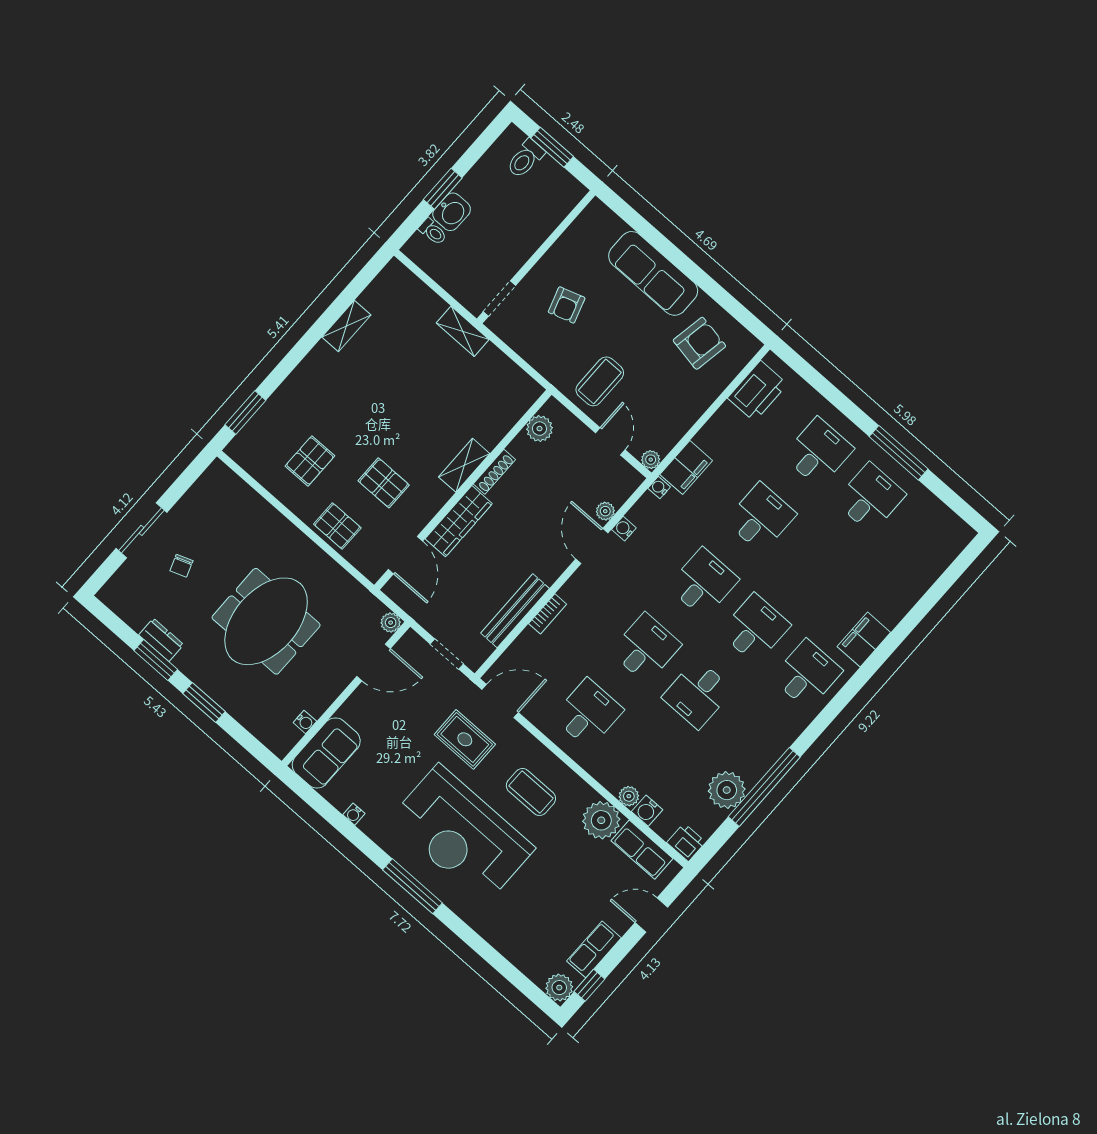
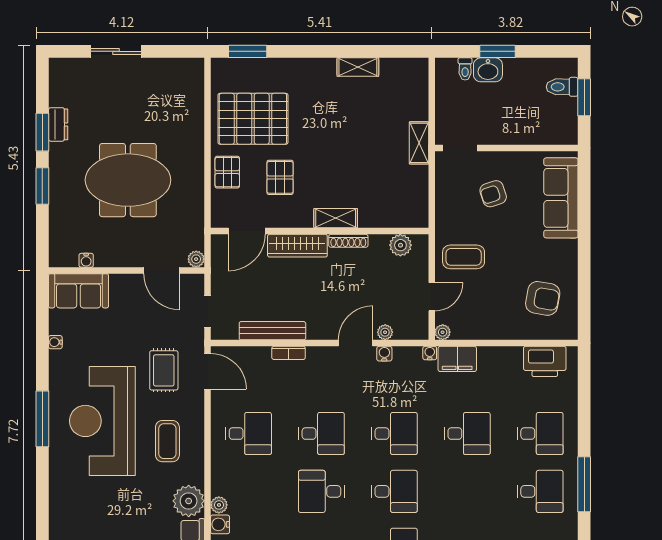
sofa: (653, 273) -> (561, 198), moved
pallet: (310, 461) -> (253, 119), width x2.05, depth x2.00
chair: (181, 566) -> (116, 96), removed

